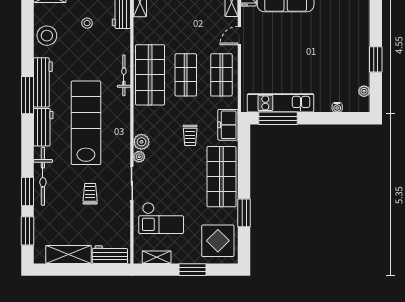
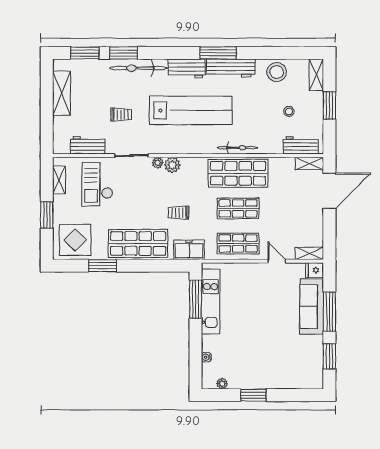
workbench: (110, 255) -> (88, 145), moved, turned -90

